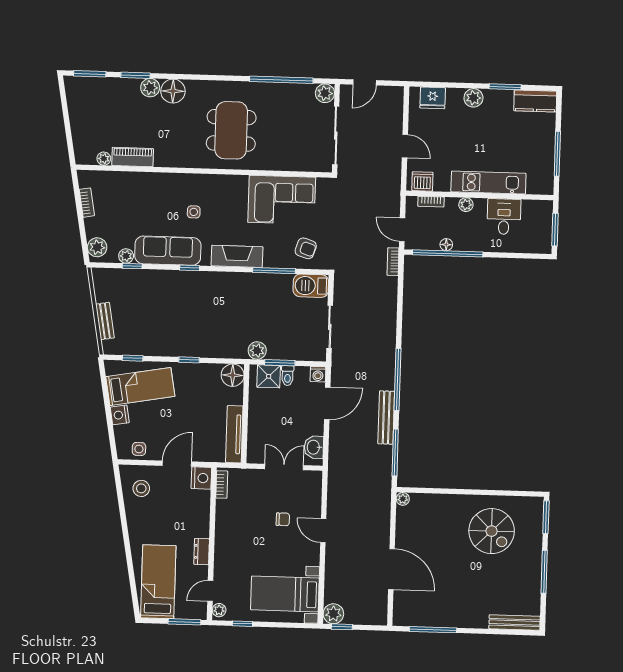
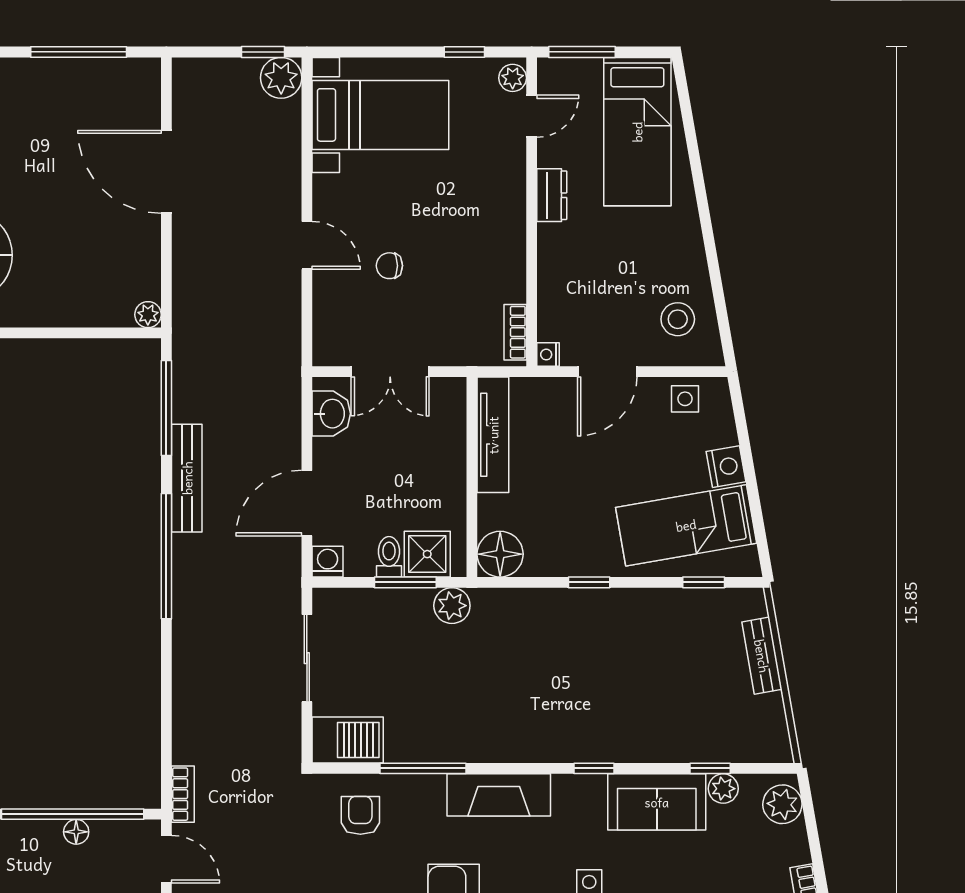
armchair: (306, 248) -> (360, 815), turned 72
sofa: (168, 251) -> (657, 802), width x0.73
nightstand: (201, 478) -> (548, 355), width x0.53, depth x0.56

